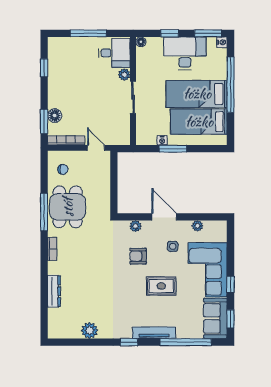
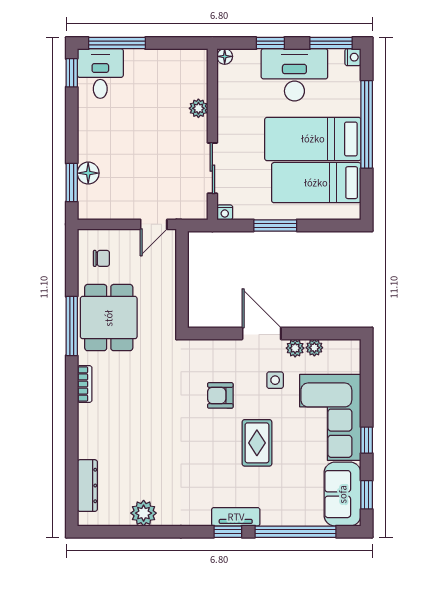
window: (88, 33) -> (117, 43), moved
desk: (115, 53) -> (100, 73), moved, turned -90
window: (44, 68) -> (72, 73), moved
sliding door: (133, 97) -> (212, 168), moved
bookcase: (66, 140) -> (106, 212), removed
nightstand: (162, 140) -> (225, 212), moved
door: (96, 148) -> (154, 224), swing flipped
plant: (136, 226) -> (295, 348), moved
rug: (161, 286) -> (257, 443), turned 90
dresser: (54, 291) -> (87, 486), moved
tv unit: (154, 333) -> (236, 517), width x0.71
window: (129, 342) -> (228, 532), moved

